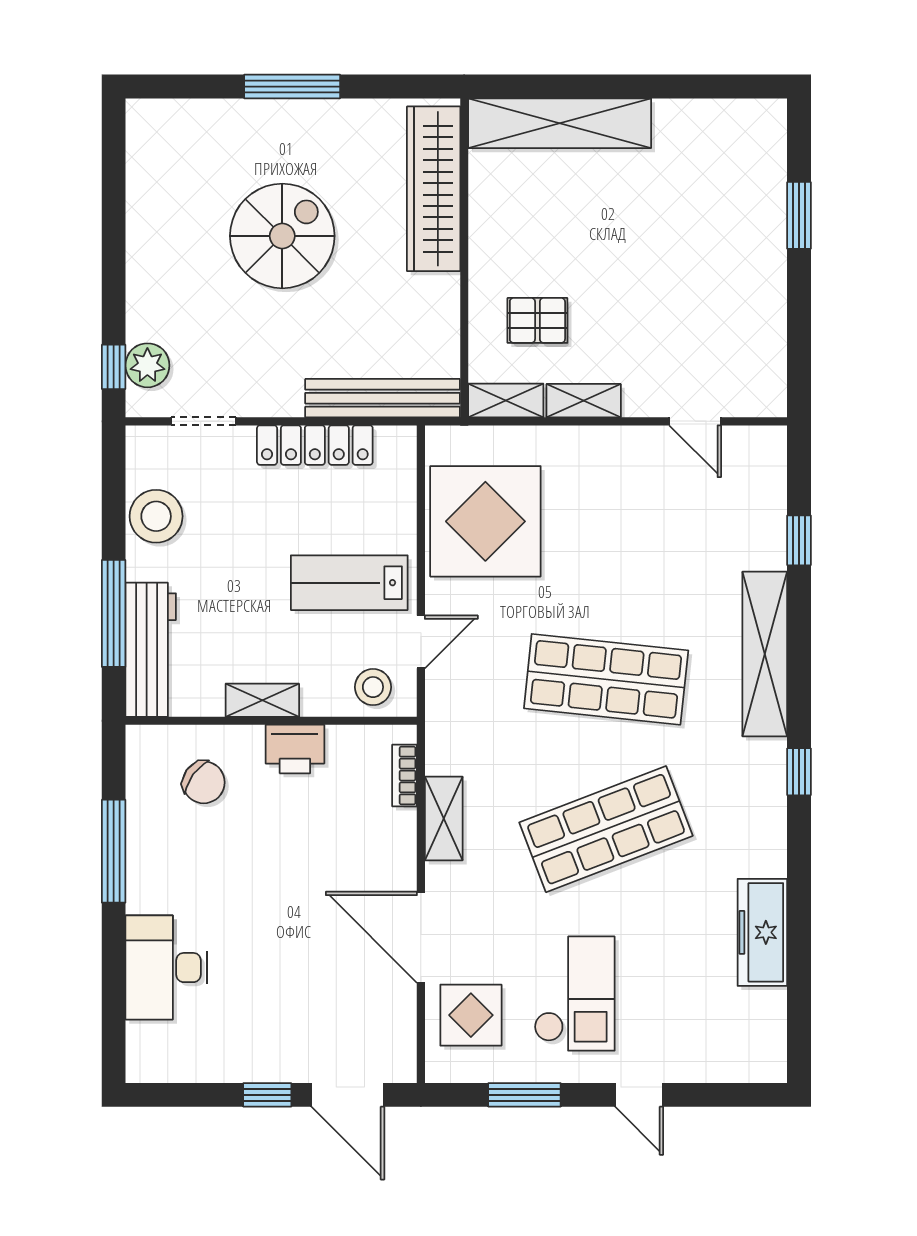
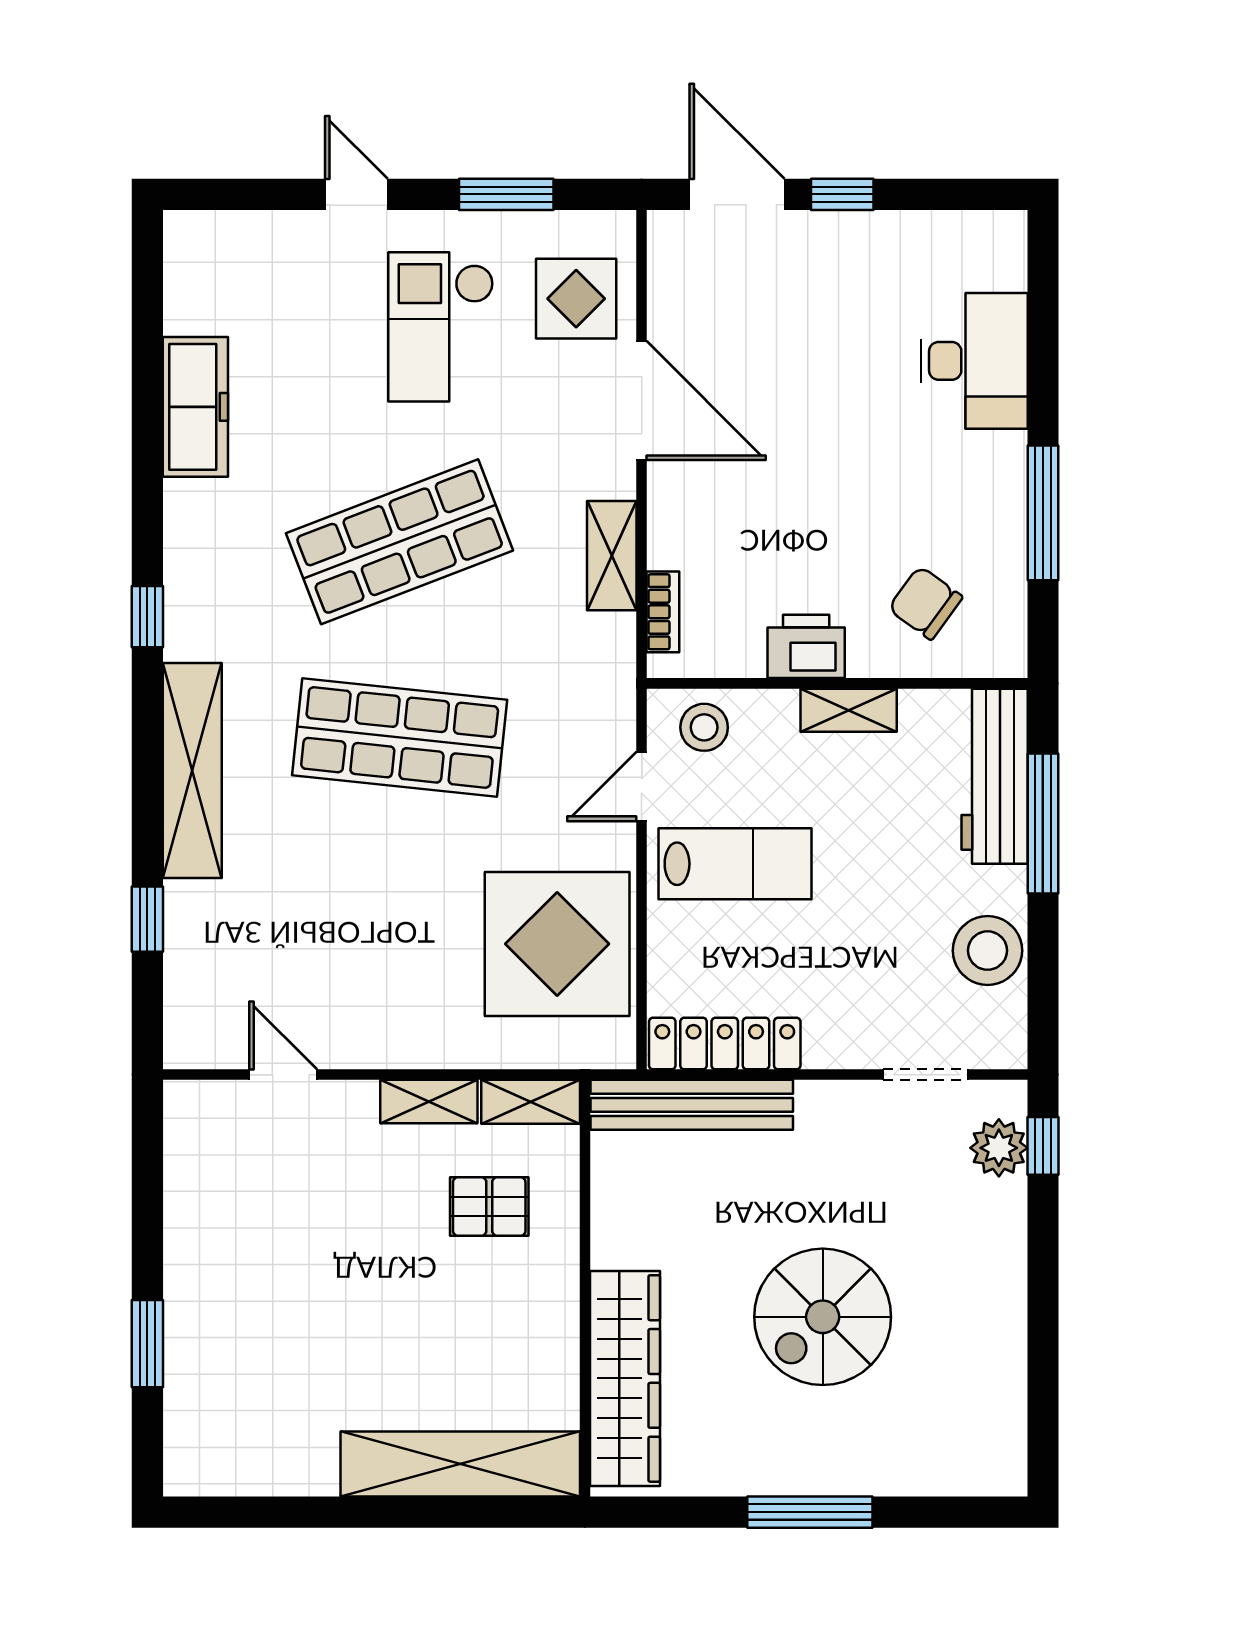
locker: (315, 445) -> (725, 1044), moved

